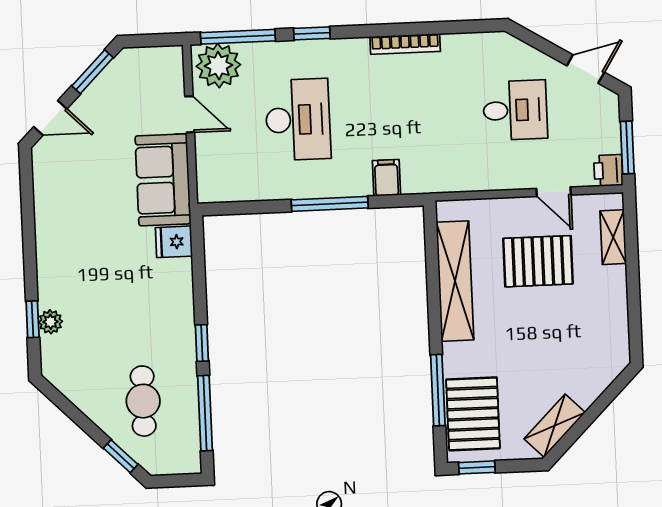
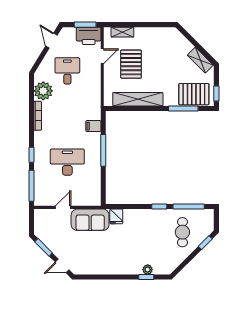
plant: (218, 66) -> (43, 91), moved
door: (50, 118) -> (62, 266), swing flipped
printer: (608, 170) -> (89, 36), width x1.87, depth x1.48
cafe table: (143, 401) -> (182, 232), turned 90

